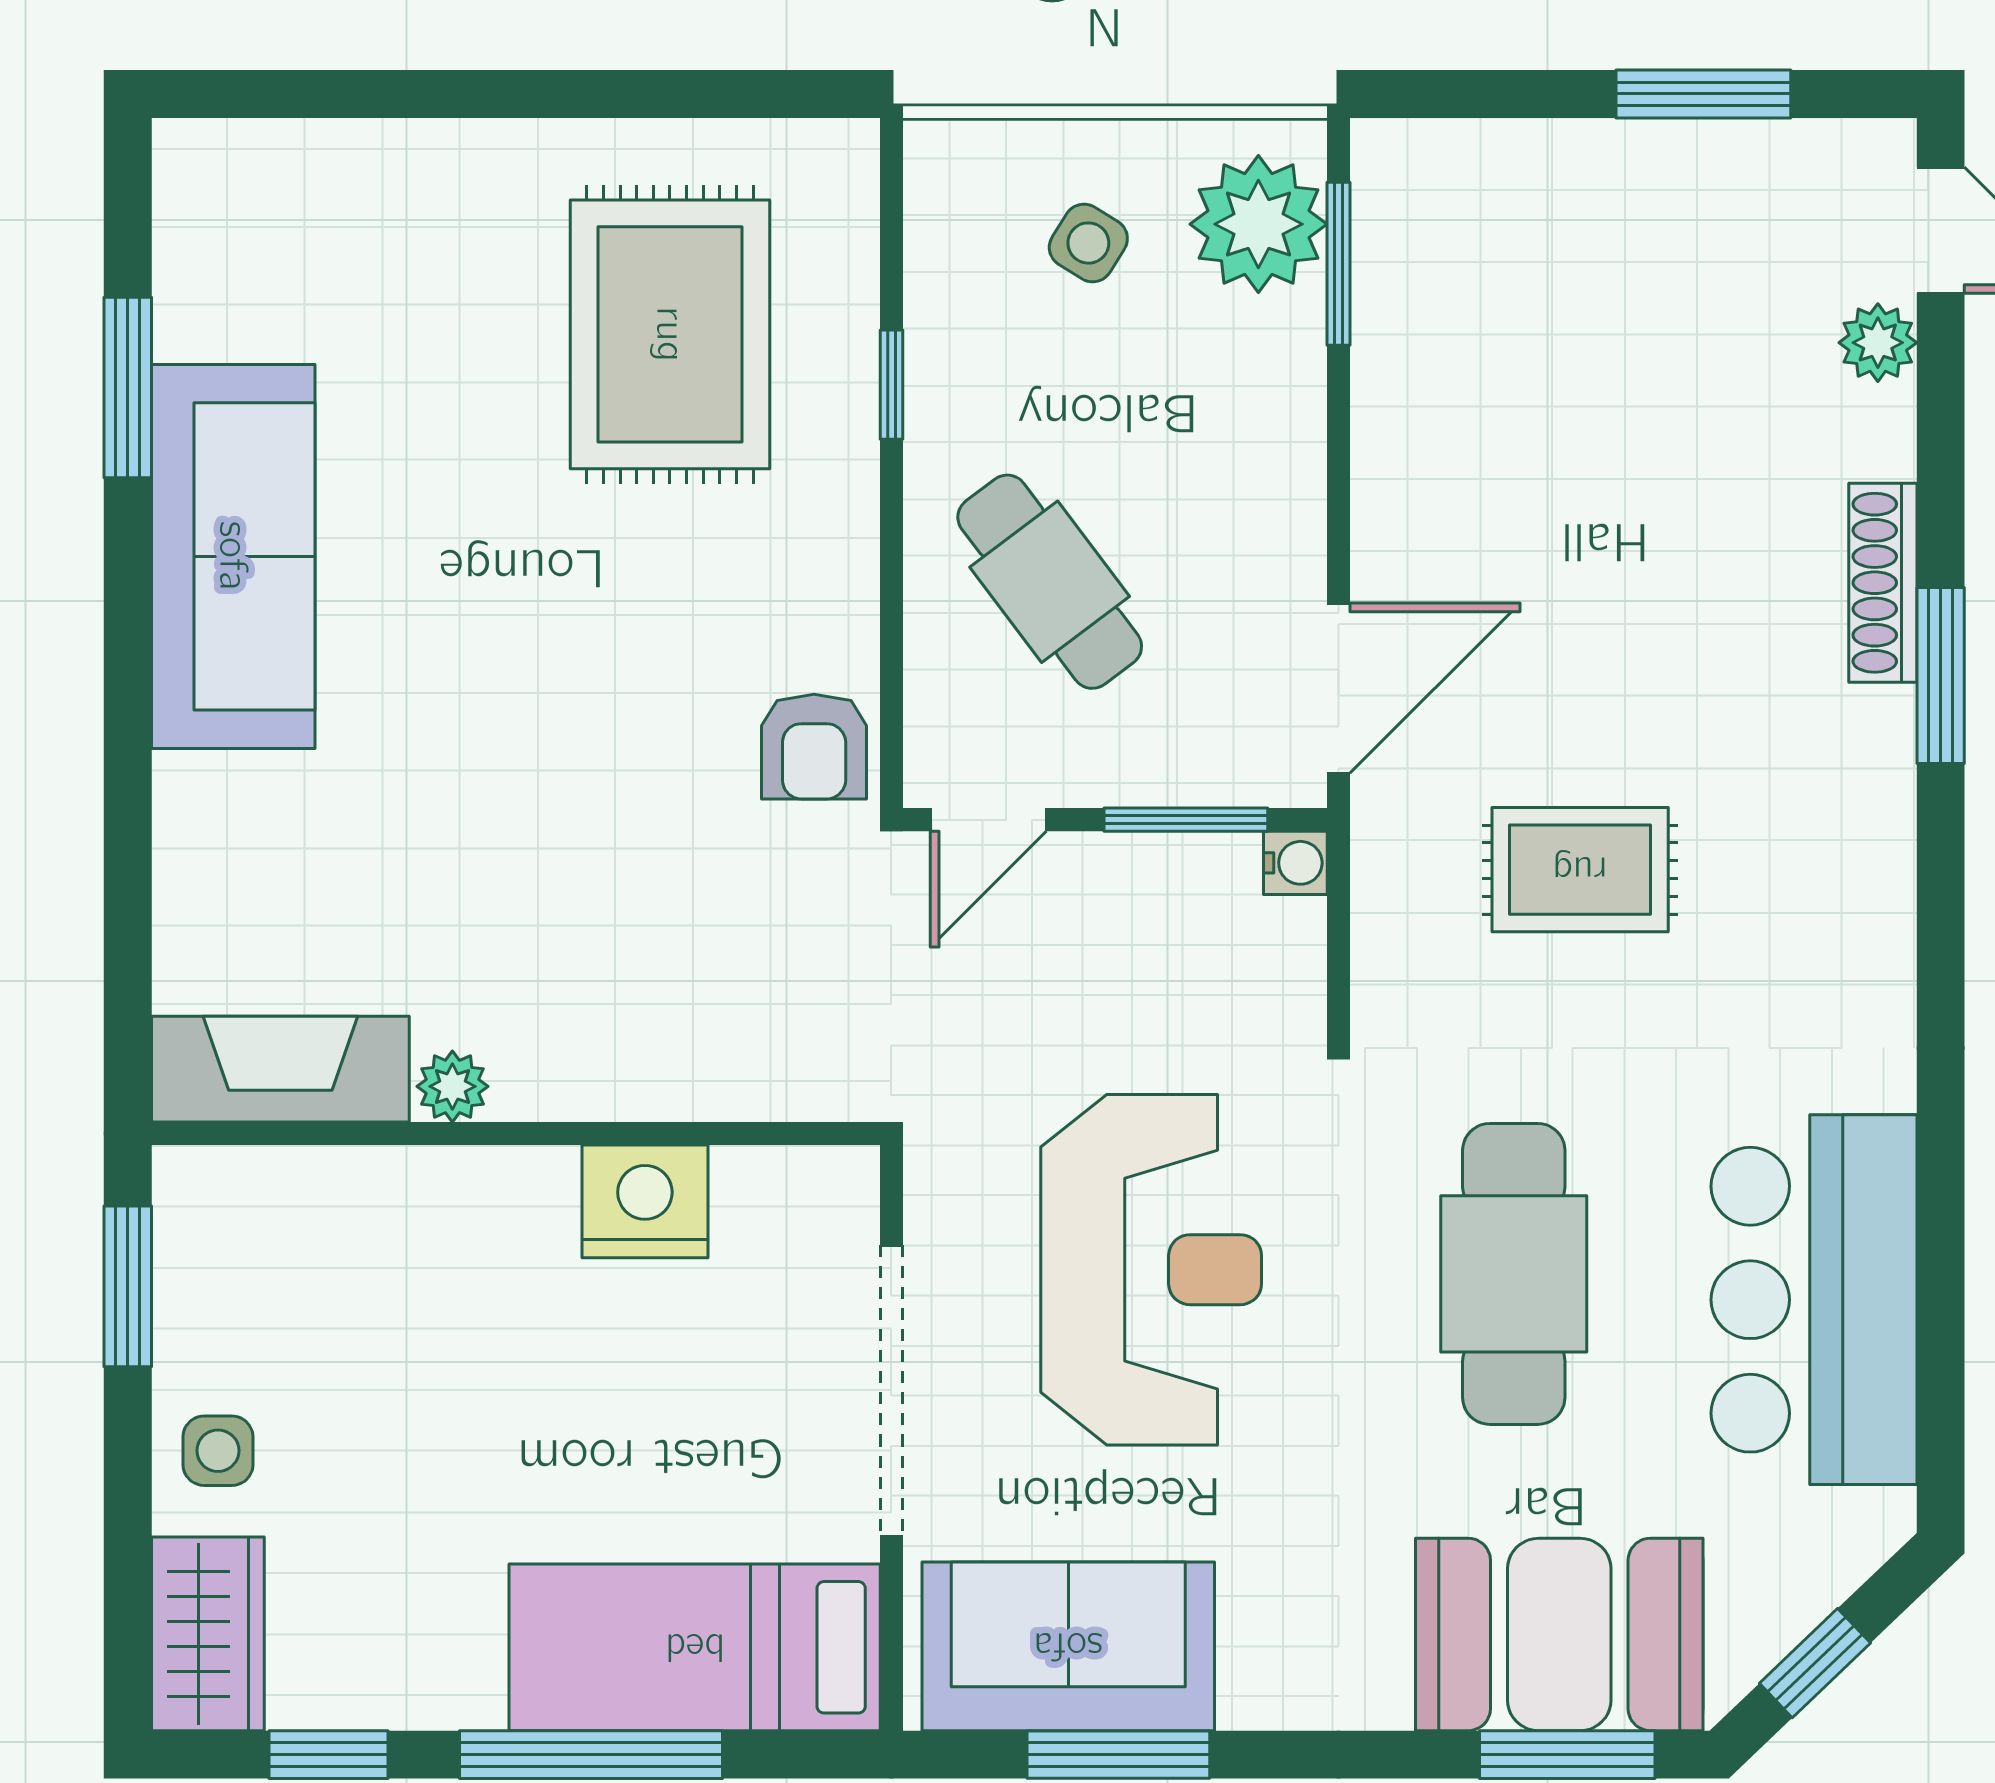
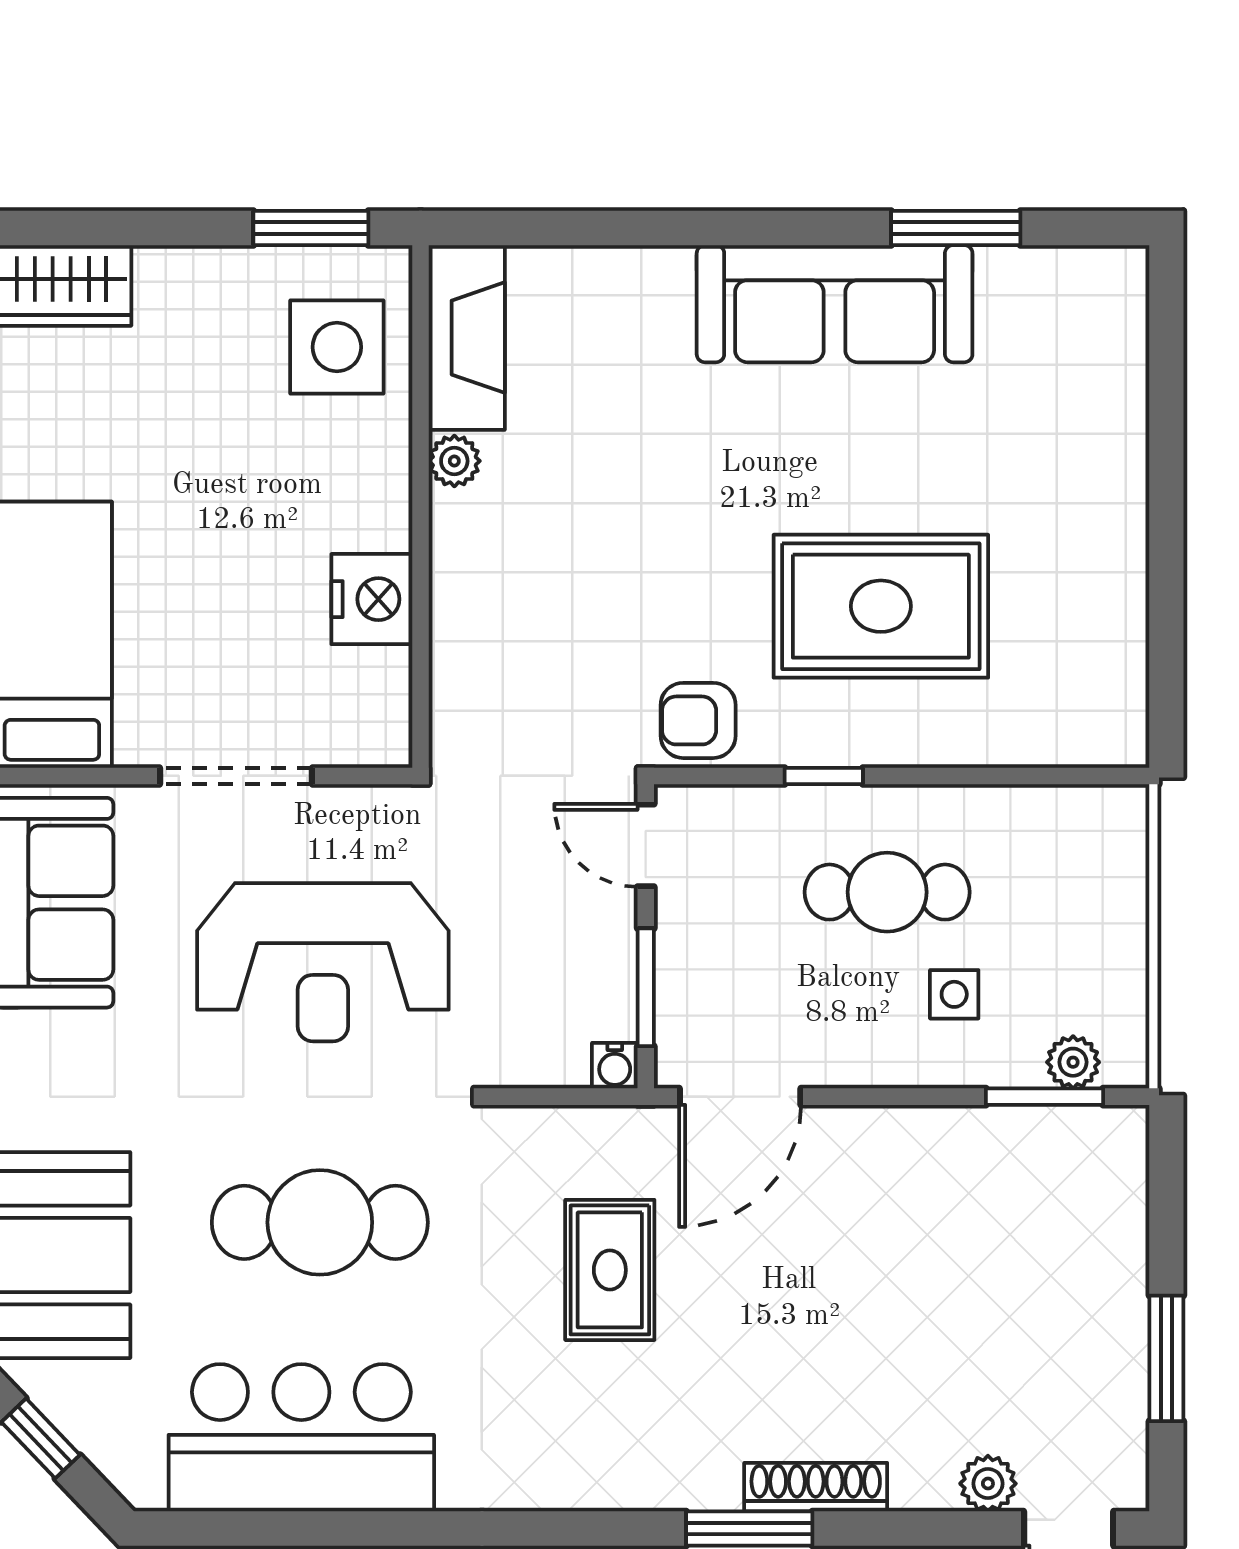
plant: (1258, 224) -> (1073, 1062), width x0.53, depth x0.53
side table: (1088, 243) -> (954, 994), moved, turned -32
rug: (670, 334) -> (881, 606), moved
window: (891, 385) -> (824, 776), moved
cafe table: (1050, 582) -> (887, 892), moved, turned 37
door: (1339, 688) -> (740, 1097), hinge flipped
doorway: (891, 1391) -> (236, 776), width x0.73
side table: (218, 1451) -> (337, 347), moved, width x1.87, depth x1.87

